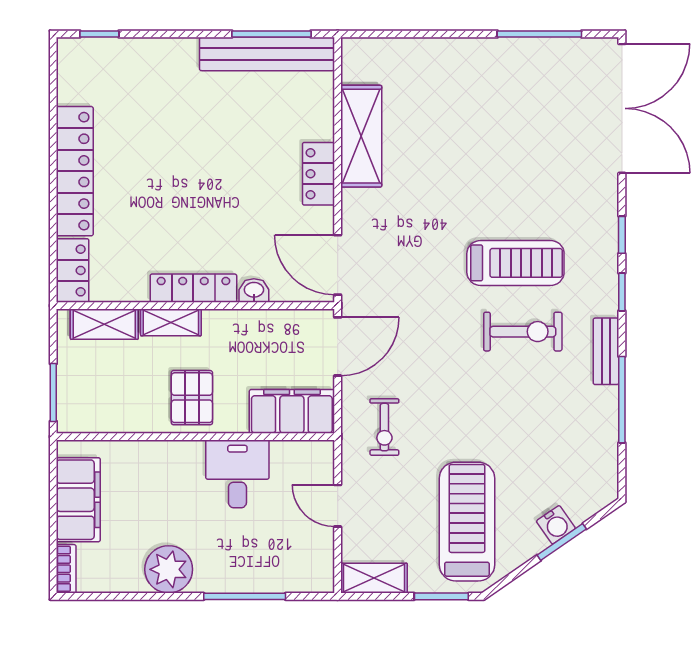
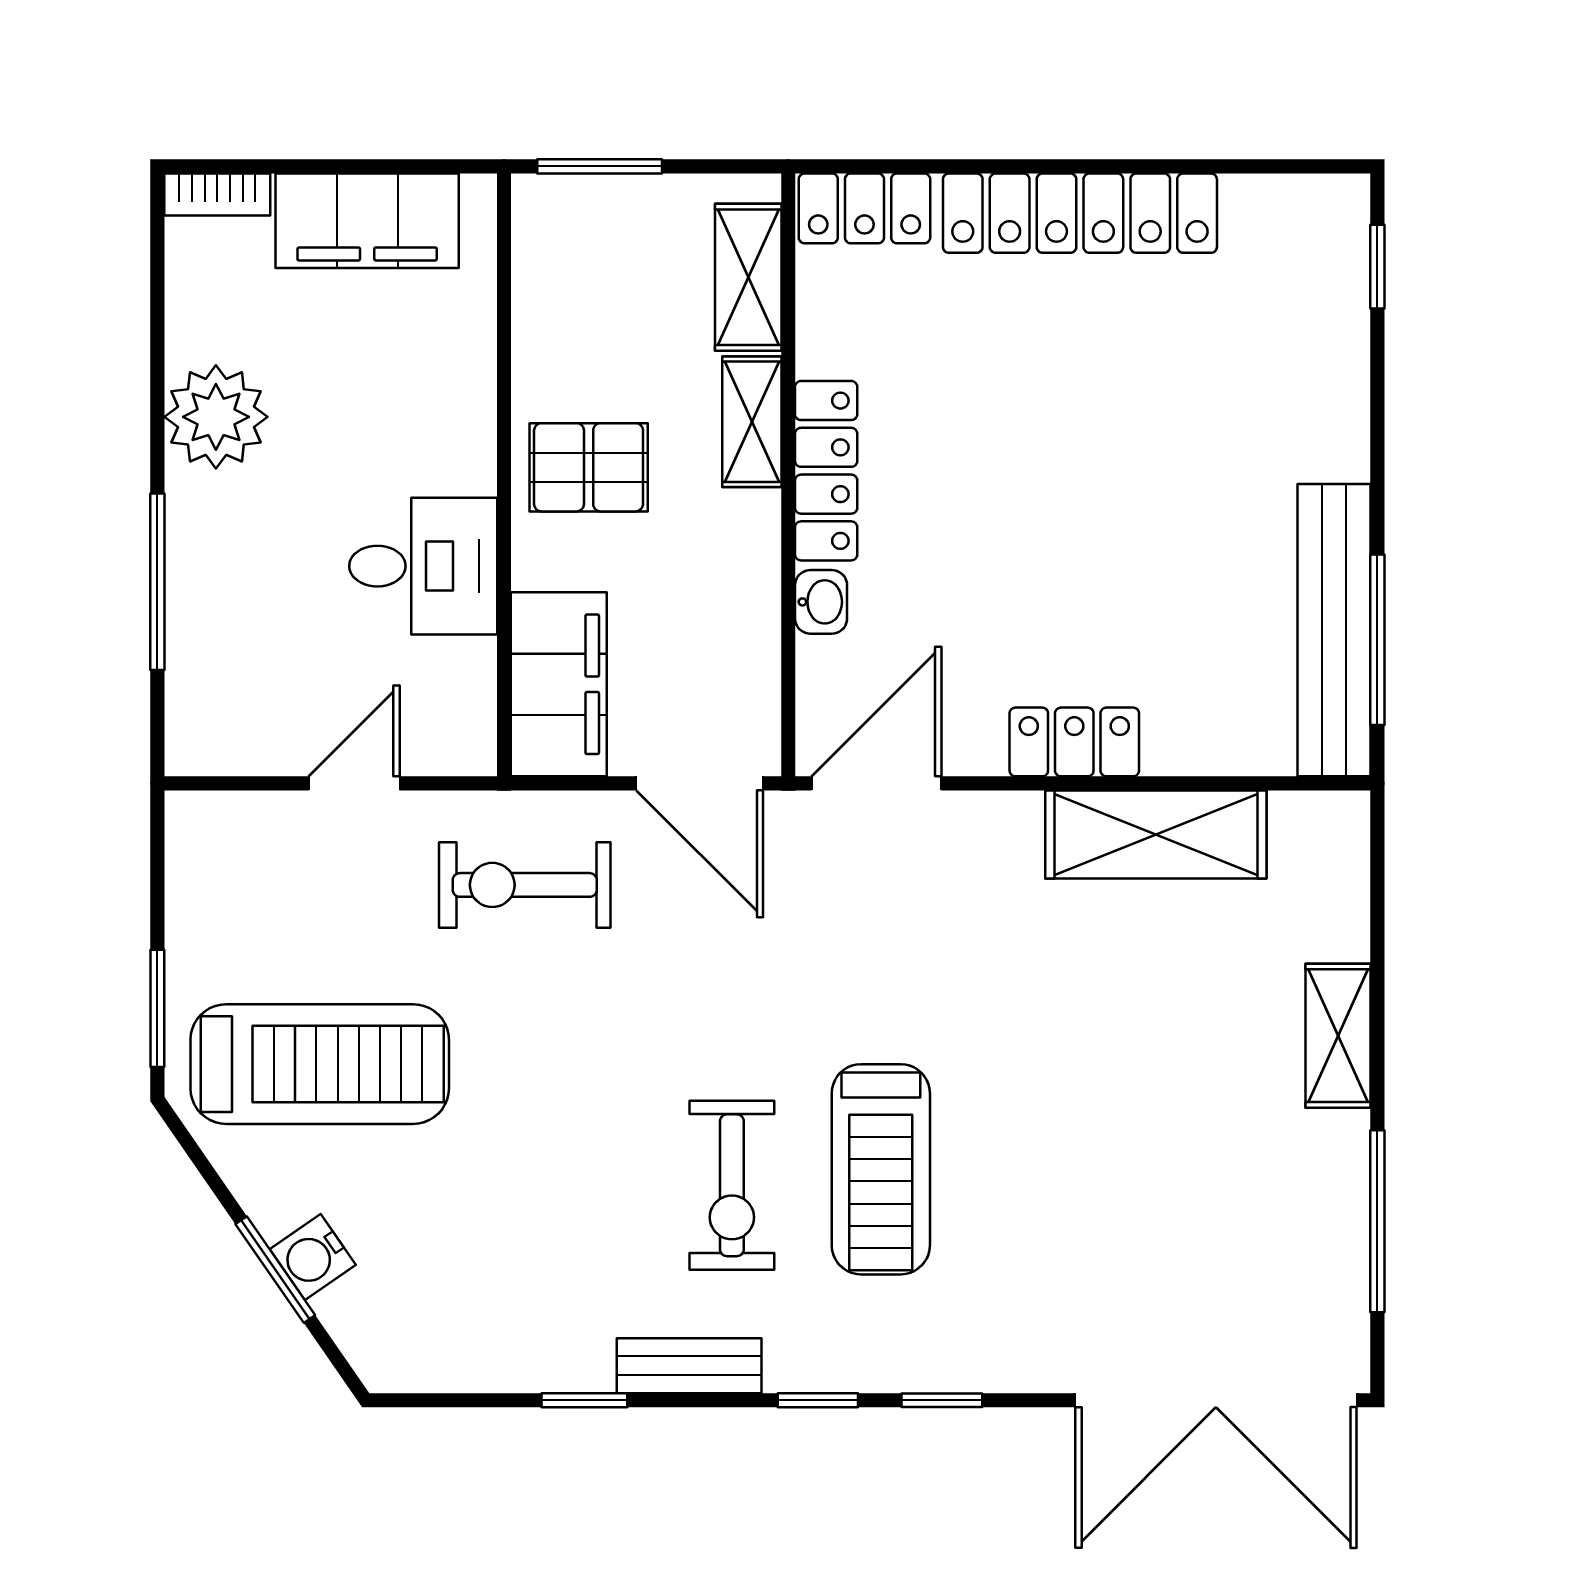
window: (622, 400) -> (584, 1400), width x0.46
exercise bike: (384, 427) -> (525, 885), width x1.38, depth x1.39
shelving: (374, 578) -> (1338, 1036), moved

